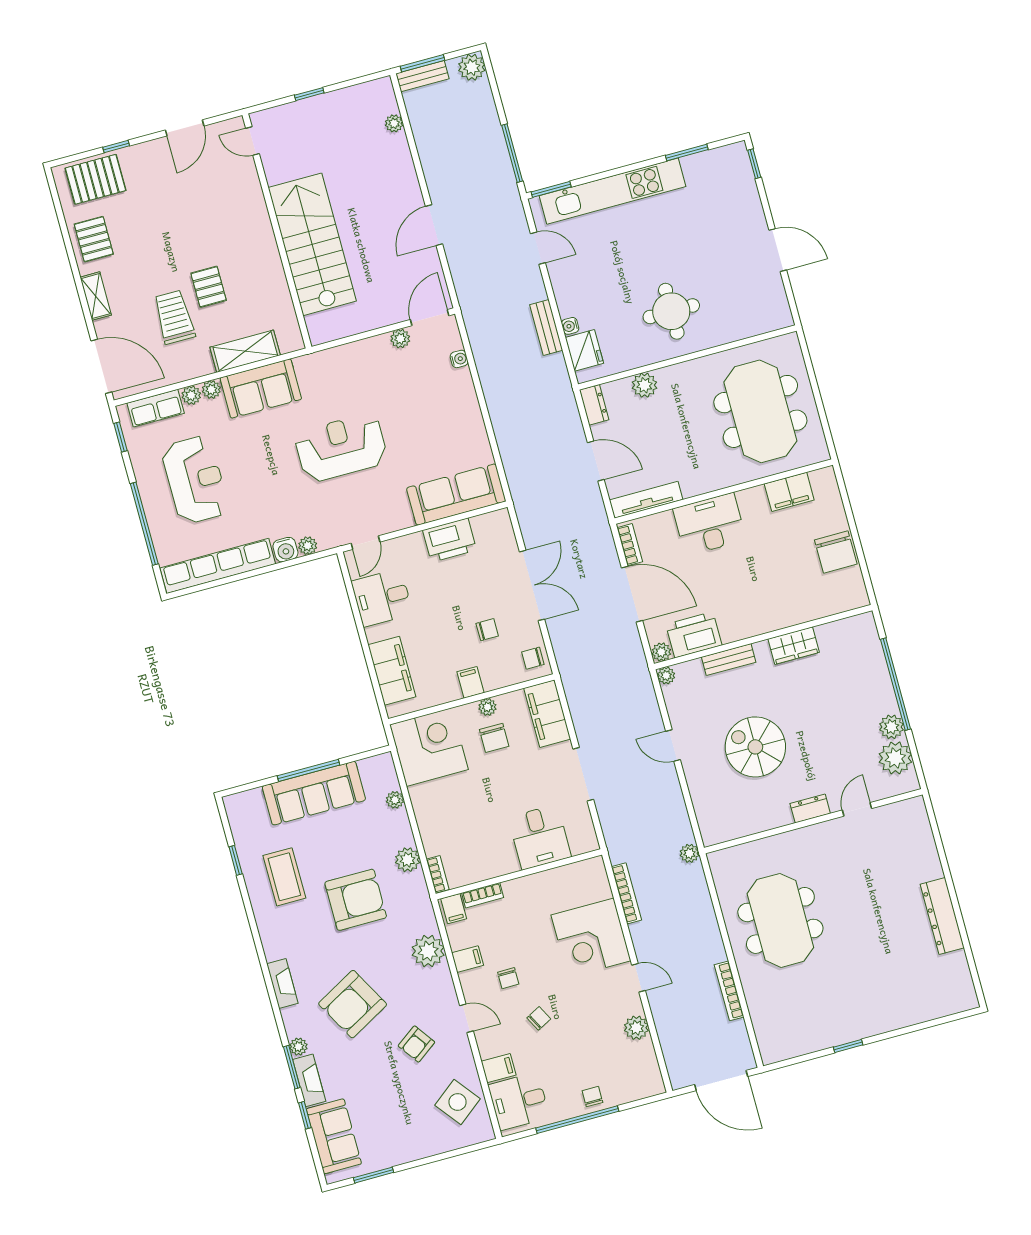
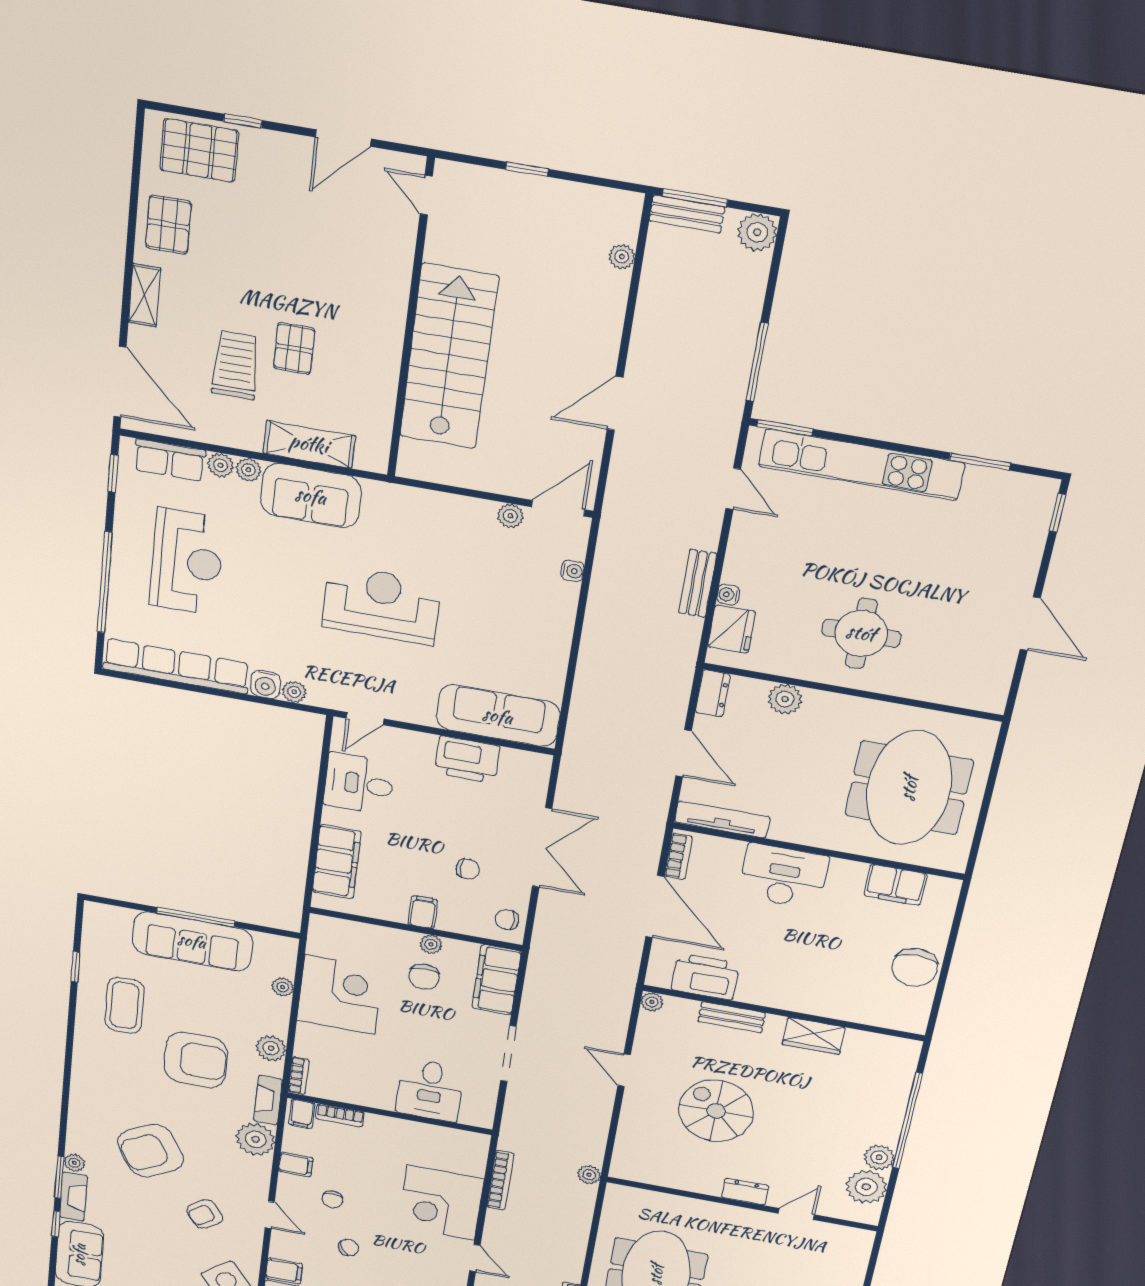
plant: (661, 652) -> (659, 977), removed
corner desk: (429, 747) -> (340, 995), moved
fireplace: (282, 984) -> (268, 1100), moved, turned 180

